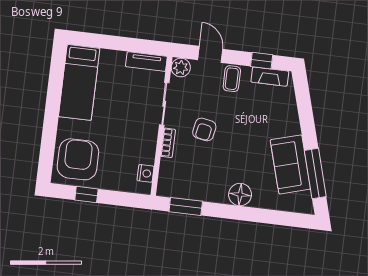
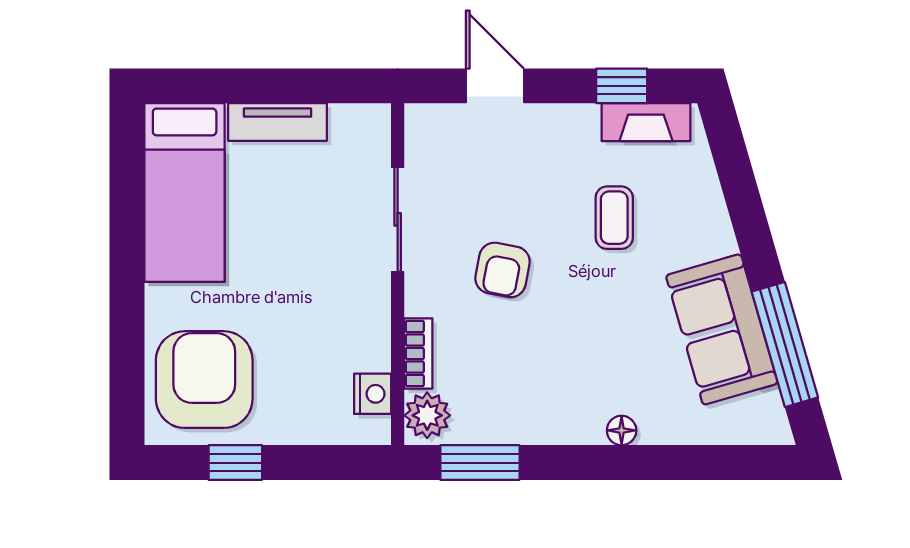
tv unit: (146, 62) -> (278, 122), moved
plant: (181, 68) -> (427, 415), moved
coffee table: (232, 79) -> (614, 218), moved
bookcase: (168, 143) -> (418, 354), moved
floor lamp: (240, 195) -> (622, 430), width x0.53, depth x0.53

